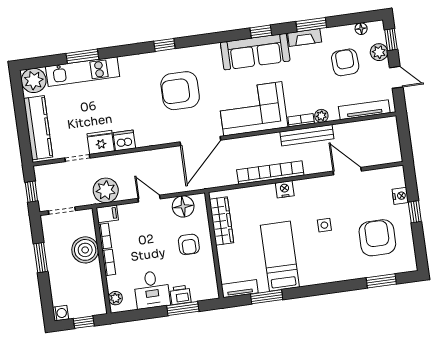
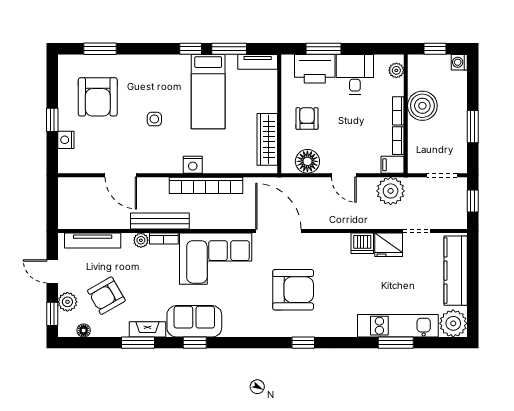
sofa: (255, 52) -> (194, 321), width x0.73
armchair: (345, 62) -> (106, 296), turned 63
door: (200, 141) -> (278, 231), hinge flipped
boiler: (85, 250) -> (422, 106), moved
window: (301, 292) -> (191, 49), added
printer: (180, 295) -> (315, 69), width x1.87, depth x1.48

